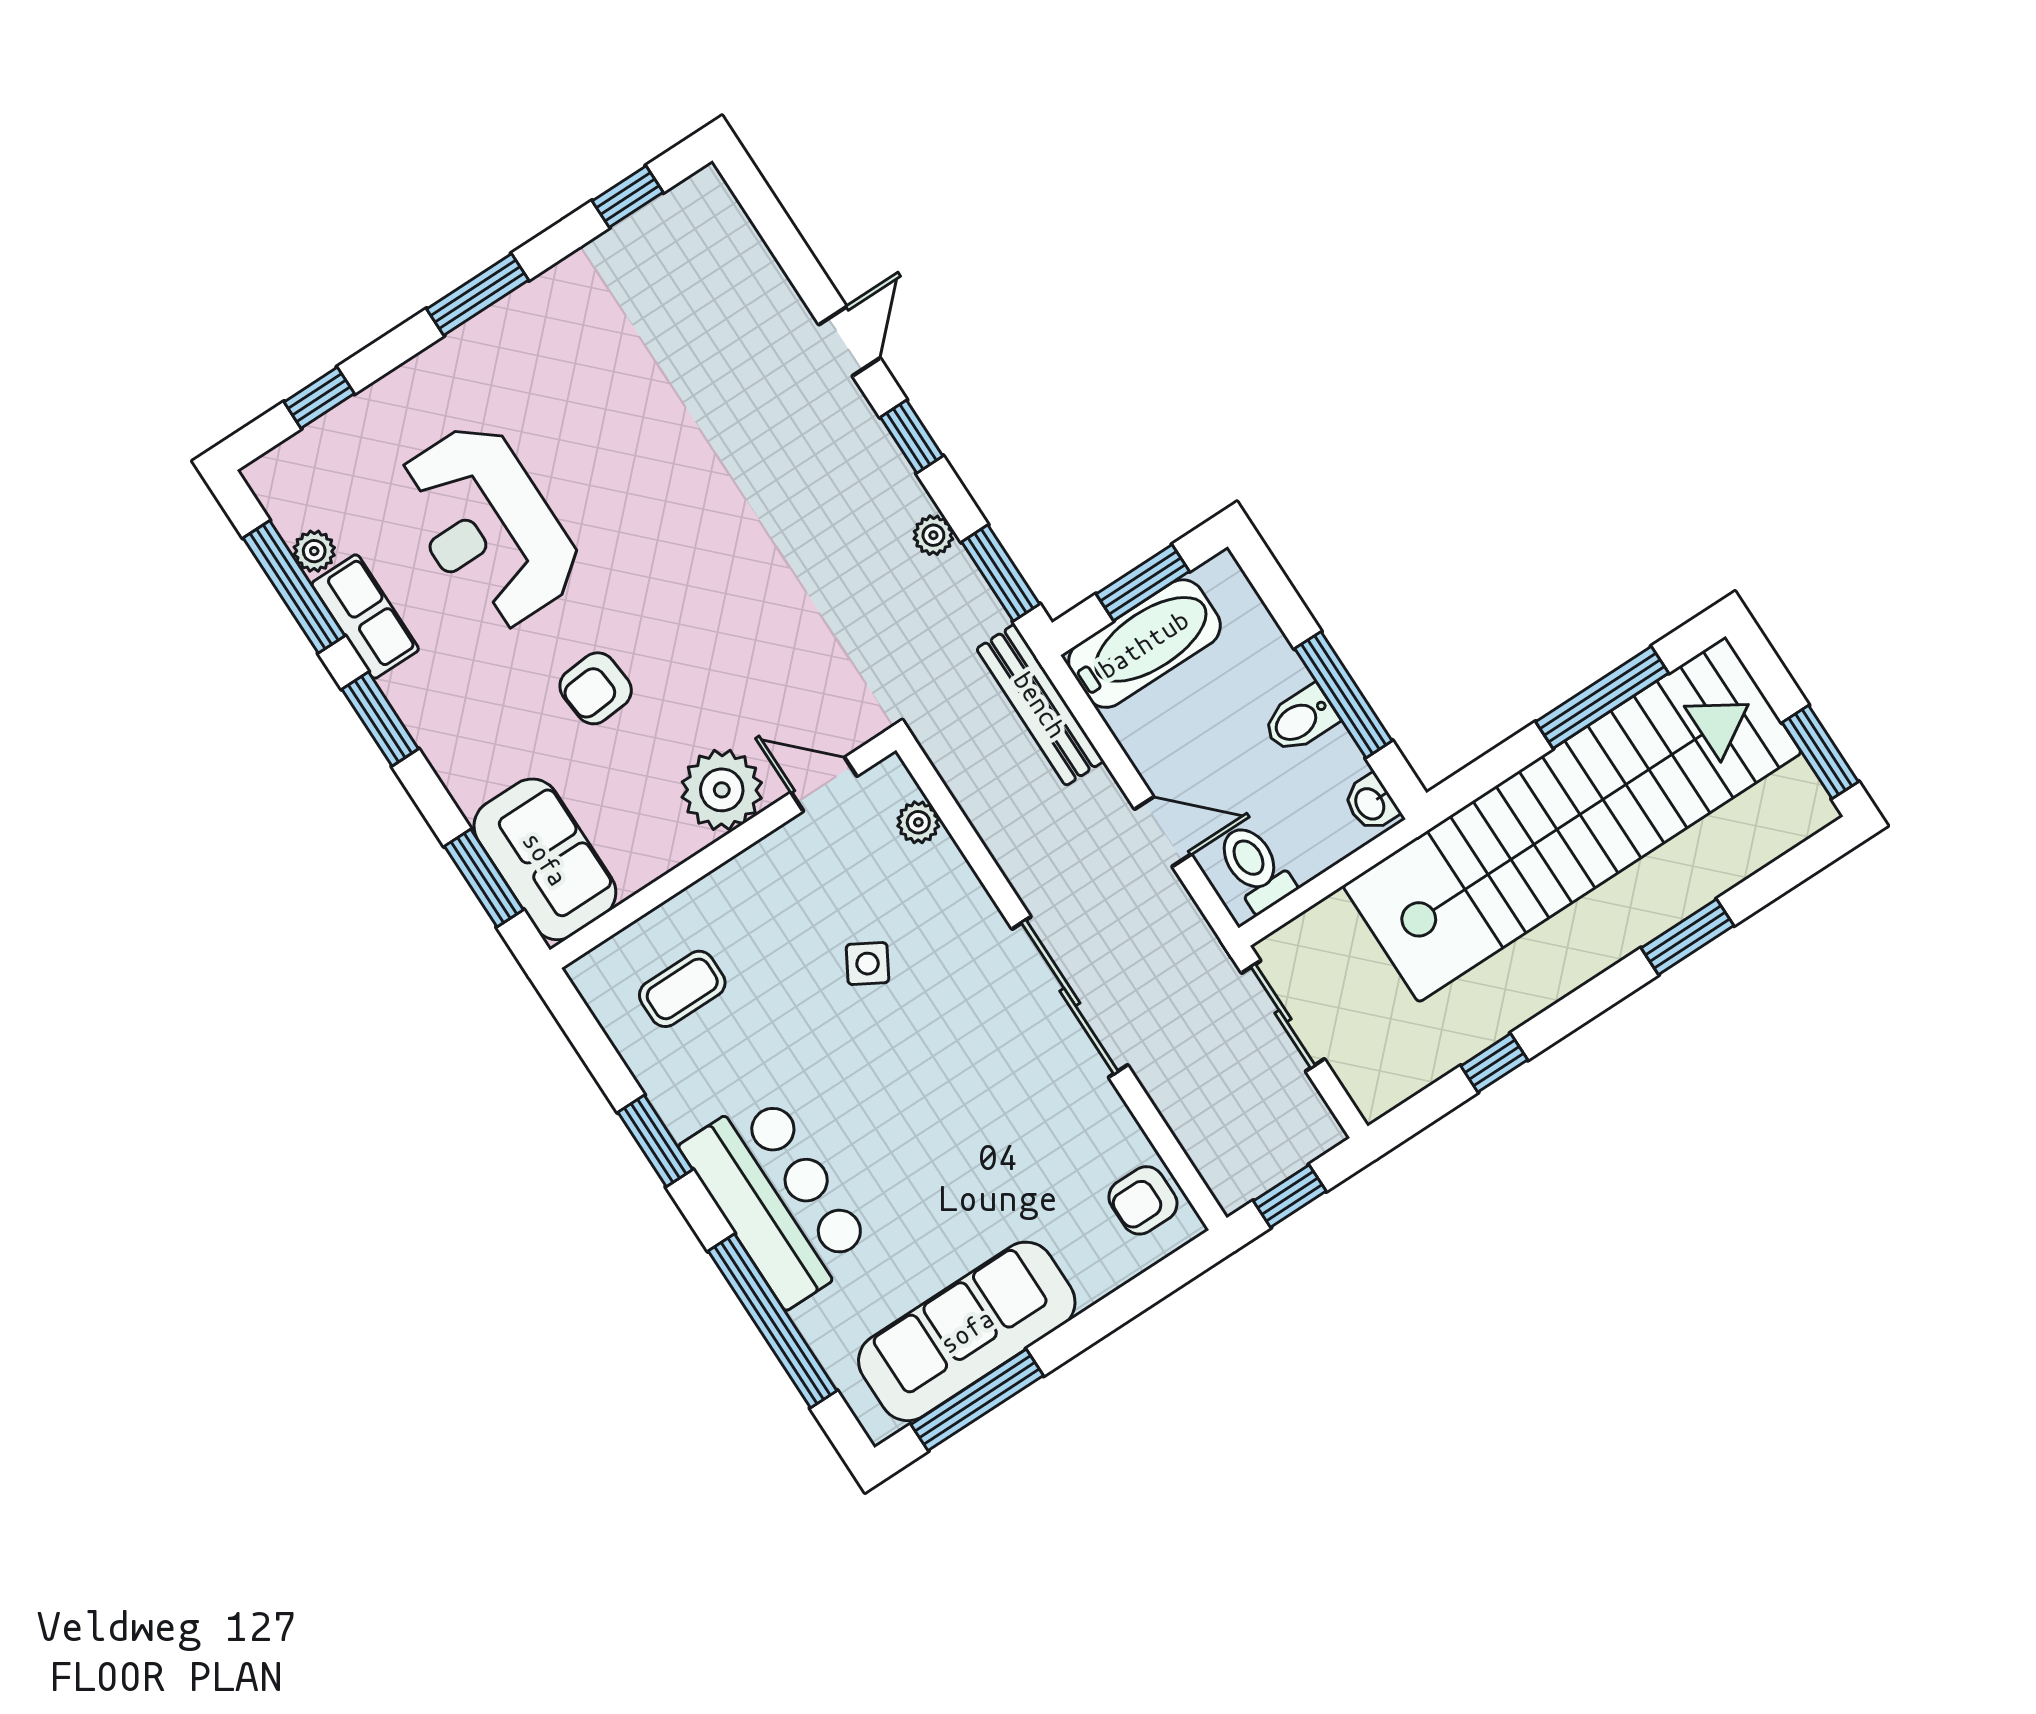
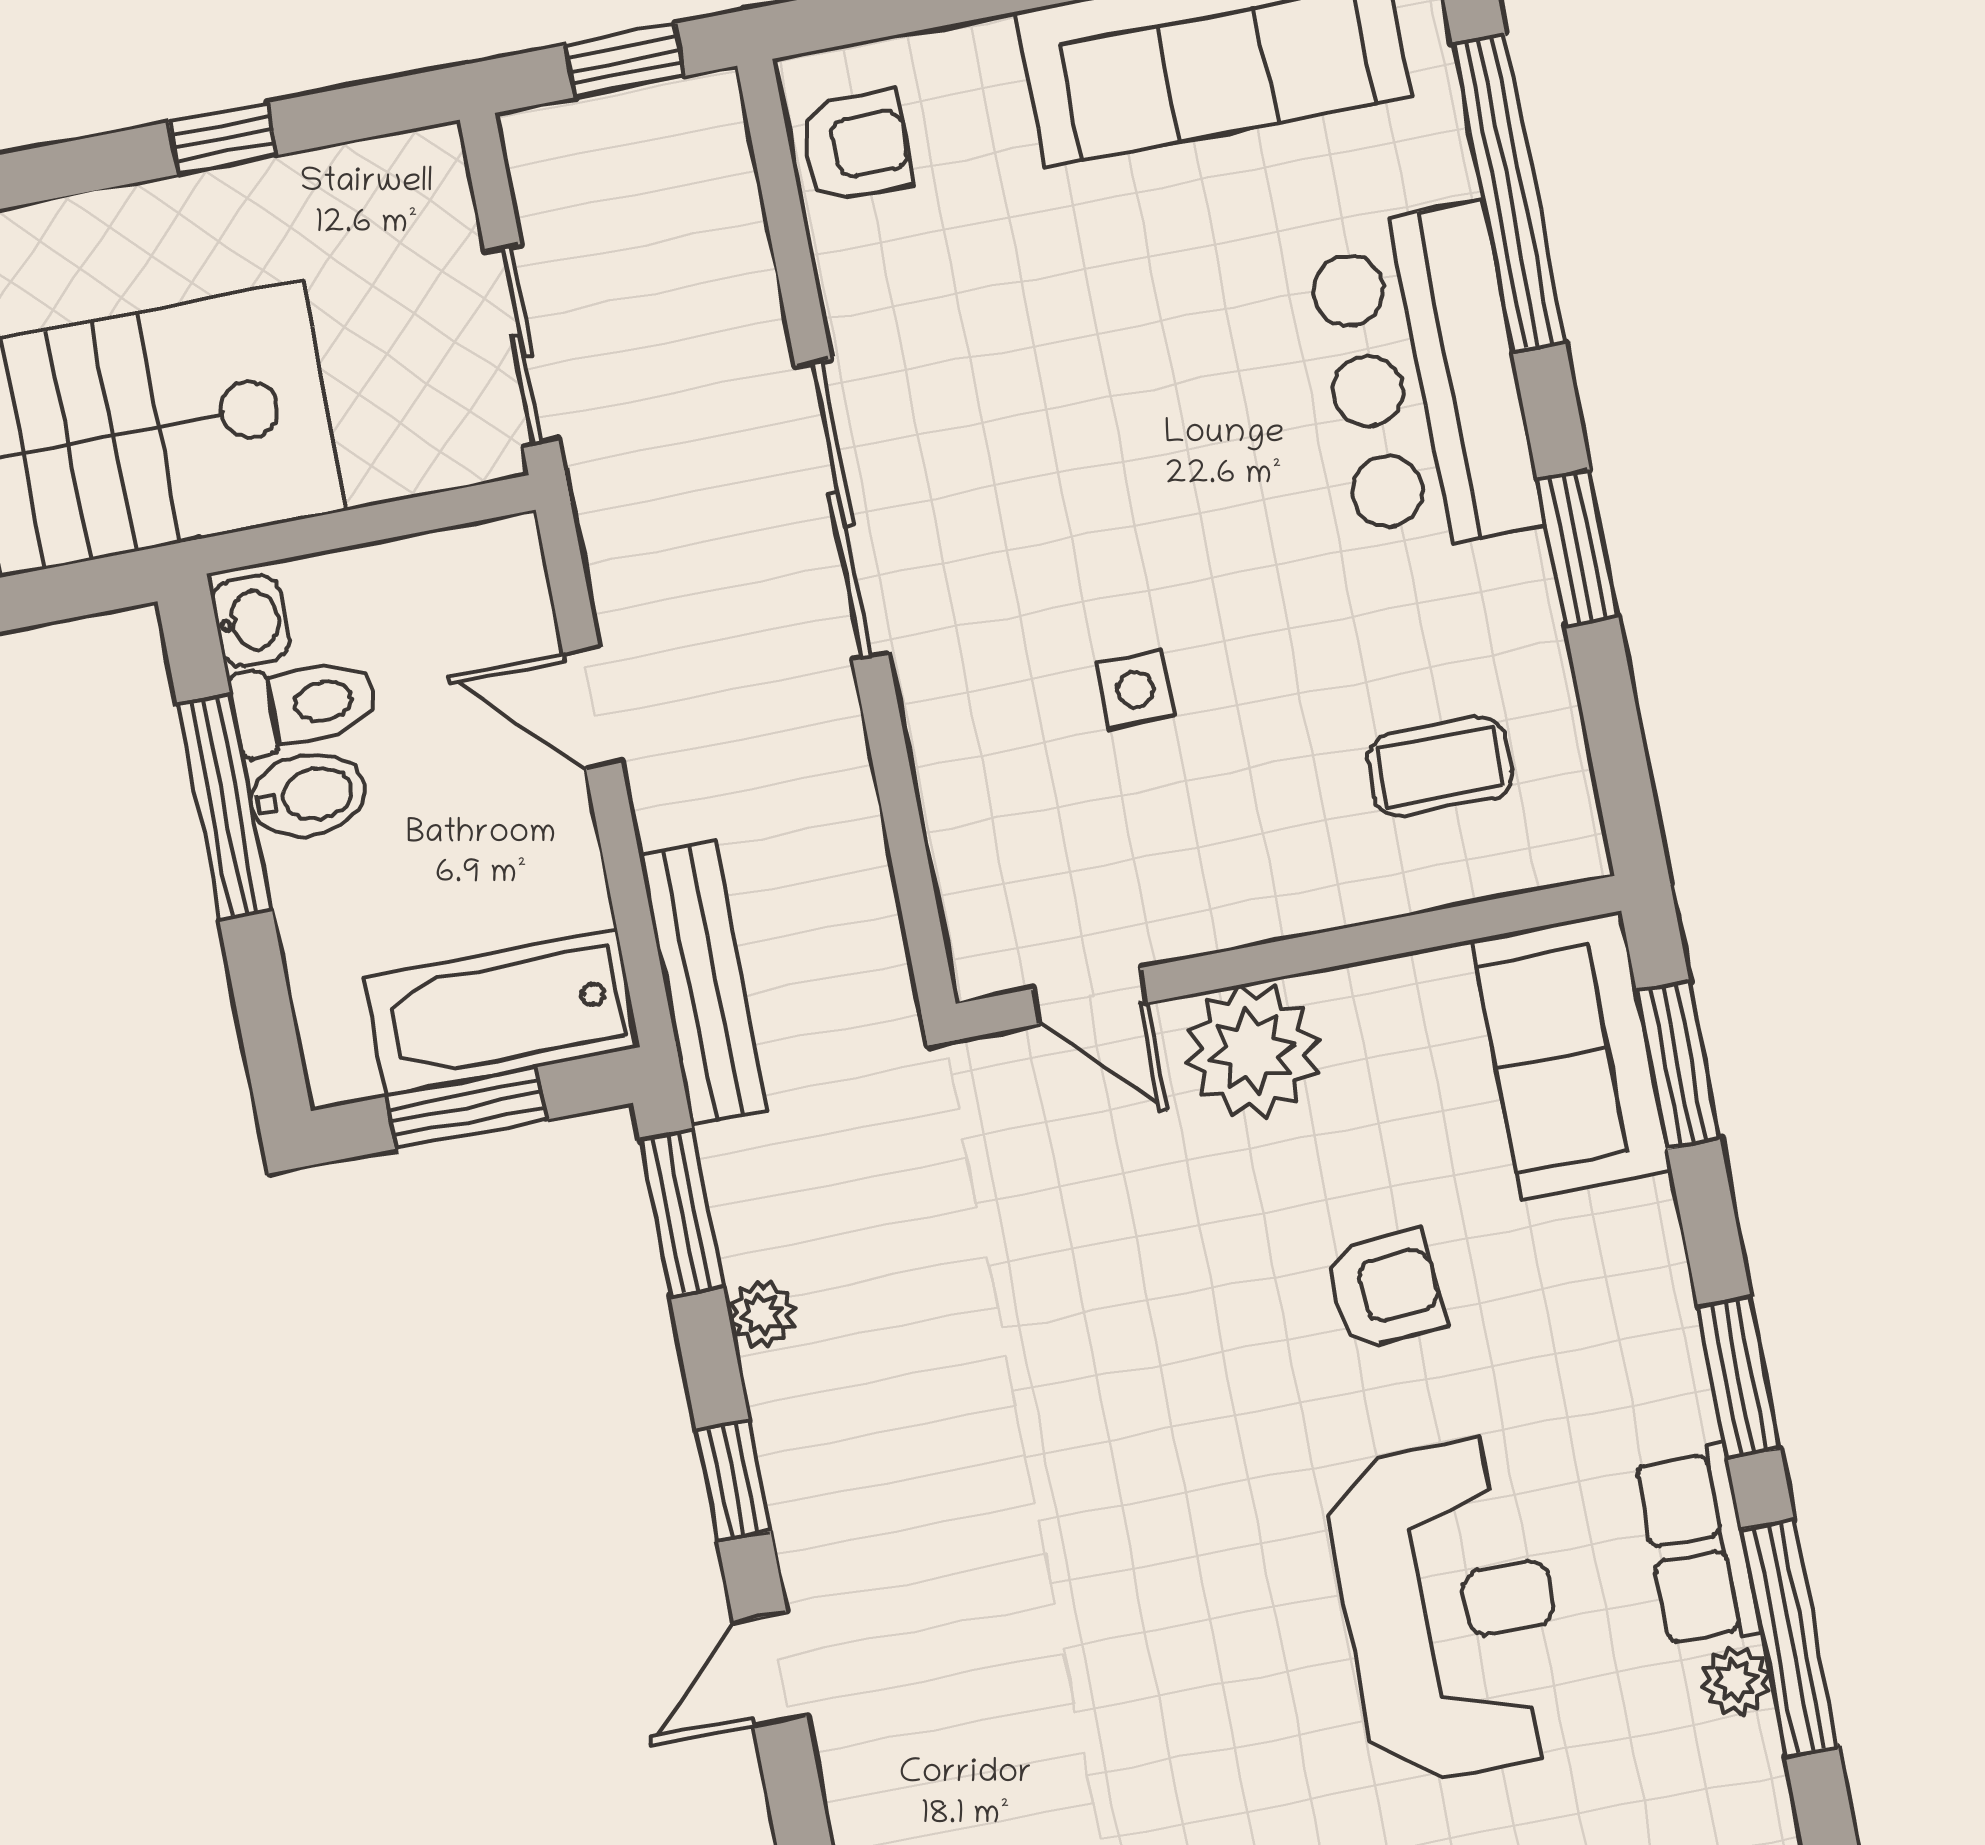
plant: (918, 822) -> (967, 877), removed
toilet: (1255, 867) -> (304, 705), moved, turned -90
side table: (868, 964) -> (1135, 689), turned -30

